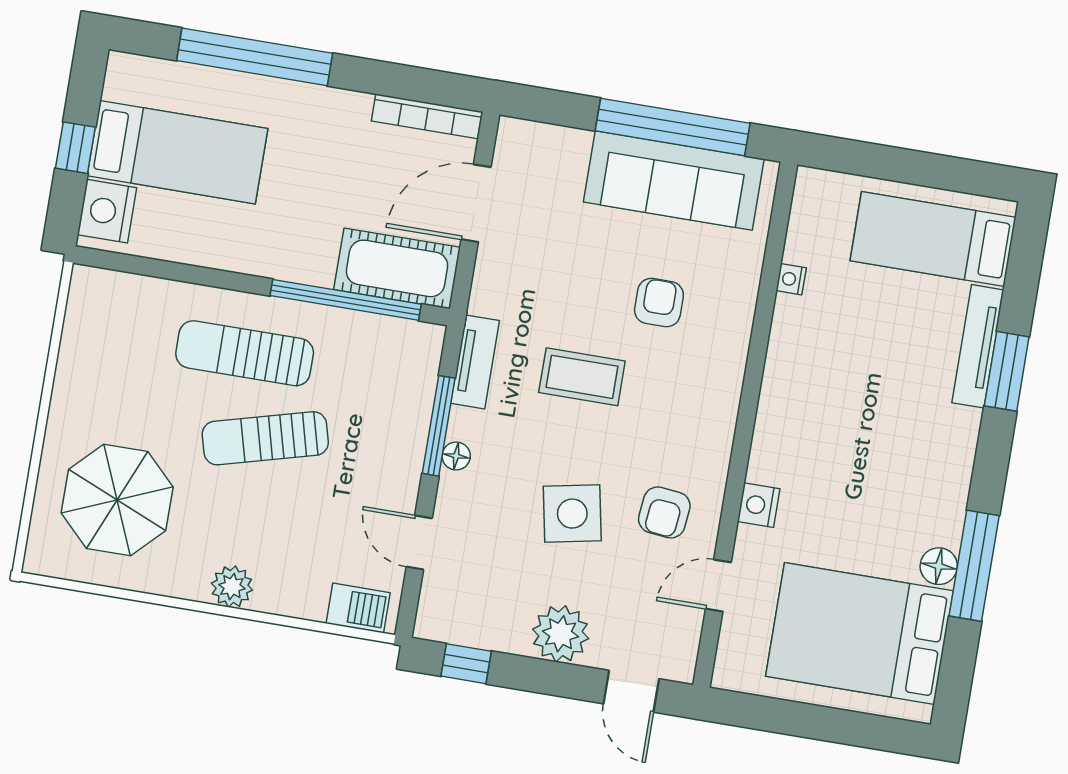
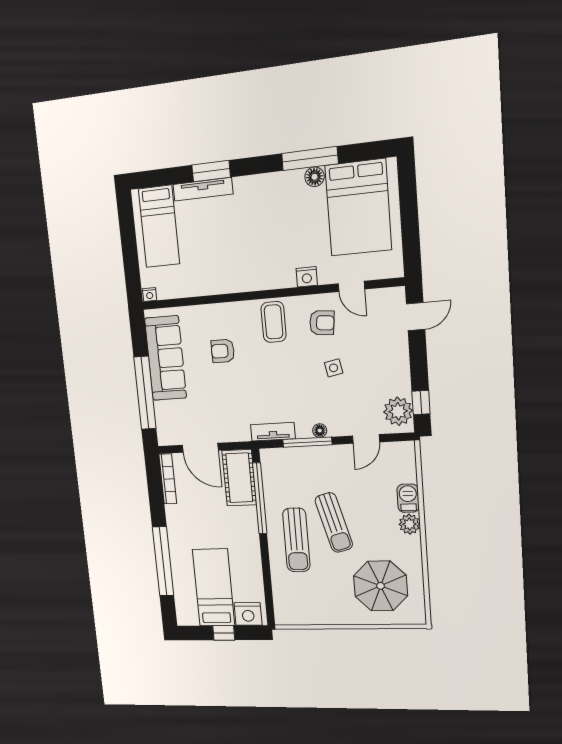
window: (673, 127) -> (145, 393), moved
nightstand: (791, 279) -> (150, 295), moved
coffee table: (582, 377) -> (274, 322), moved
side table: (572, 514) -> (334, 368), width x0.54, depth x0.54
barbecue: (358, 608) -> (408, 498), moved
plant: (561, 634) -> (398, 411), moved

